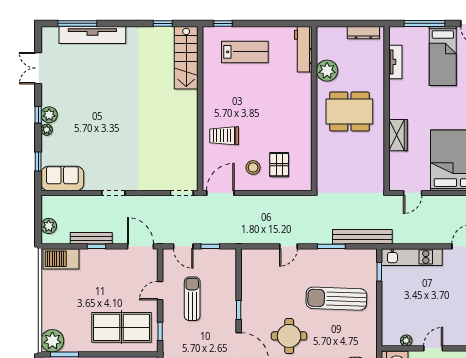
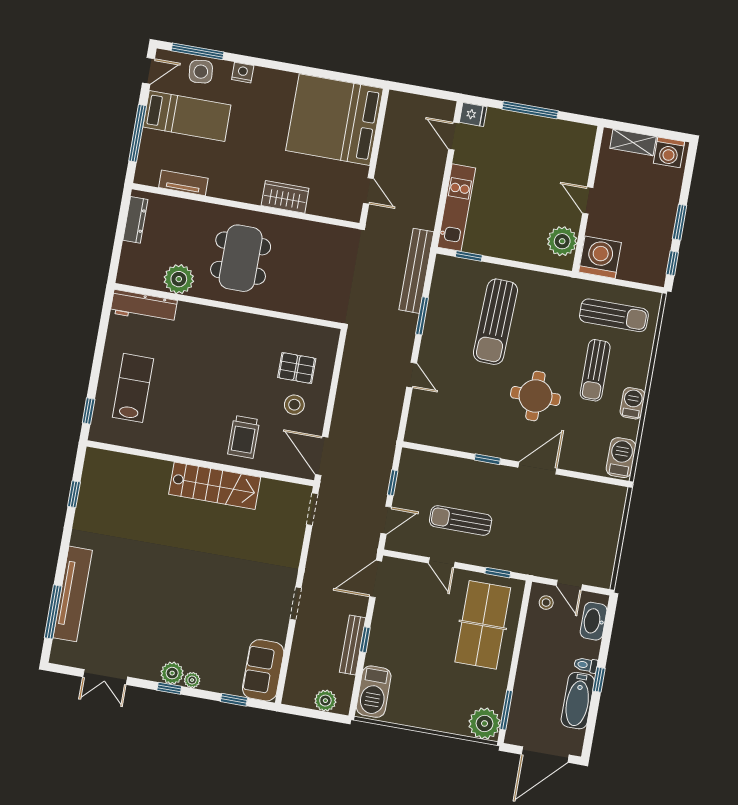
stairs: (186, 58) -> (215, 486), moved
plant: (406, 341) -> (562, 241), width x1.88, depth x1.88

